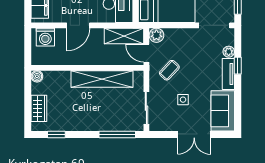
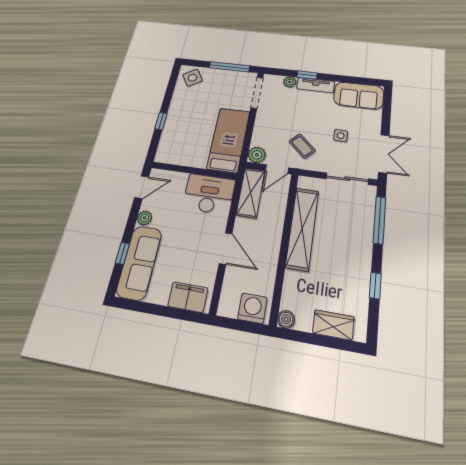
washing machine: (45, 37) -> (252, 308), moved, turned -90
window: (56, 134) -> (375, 286), moved
double door: (194, 134) -> (384, 154), moved

